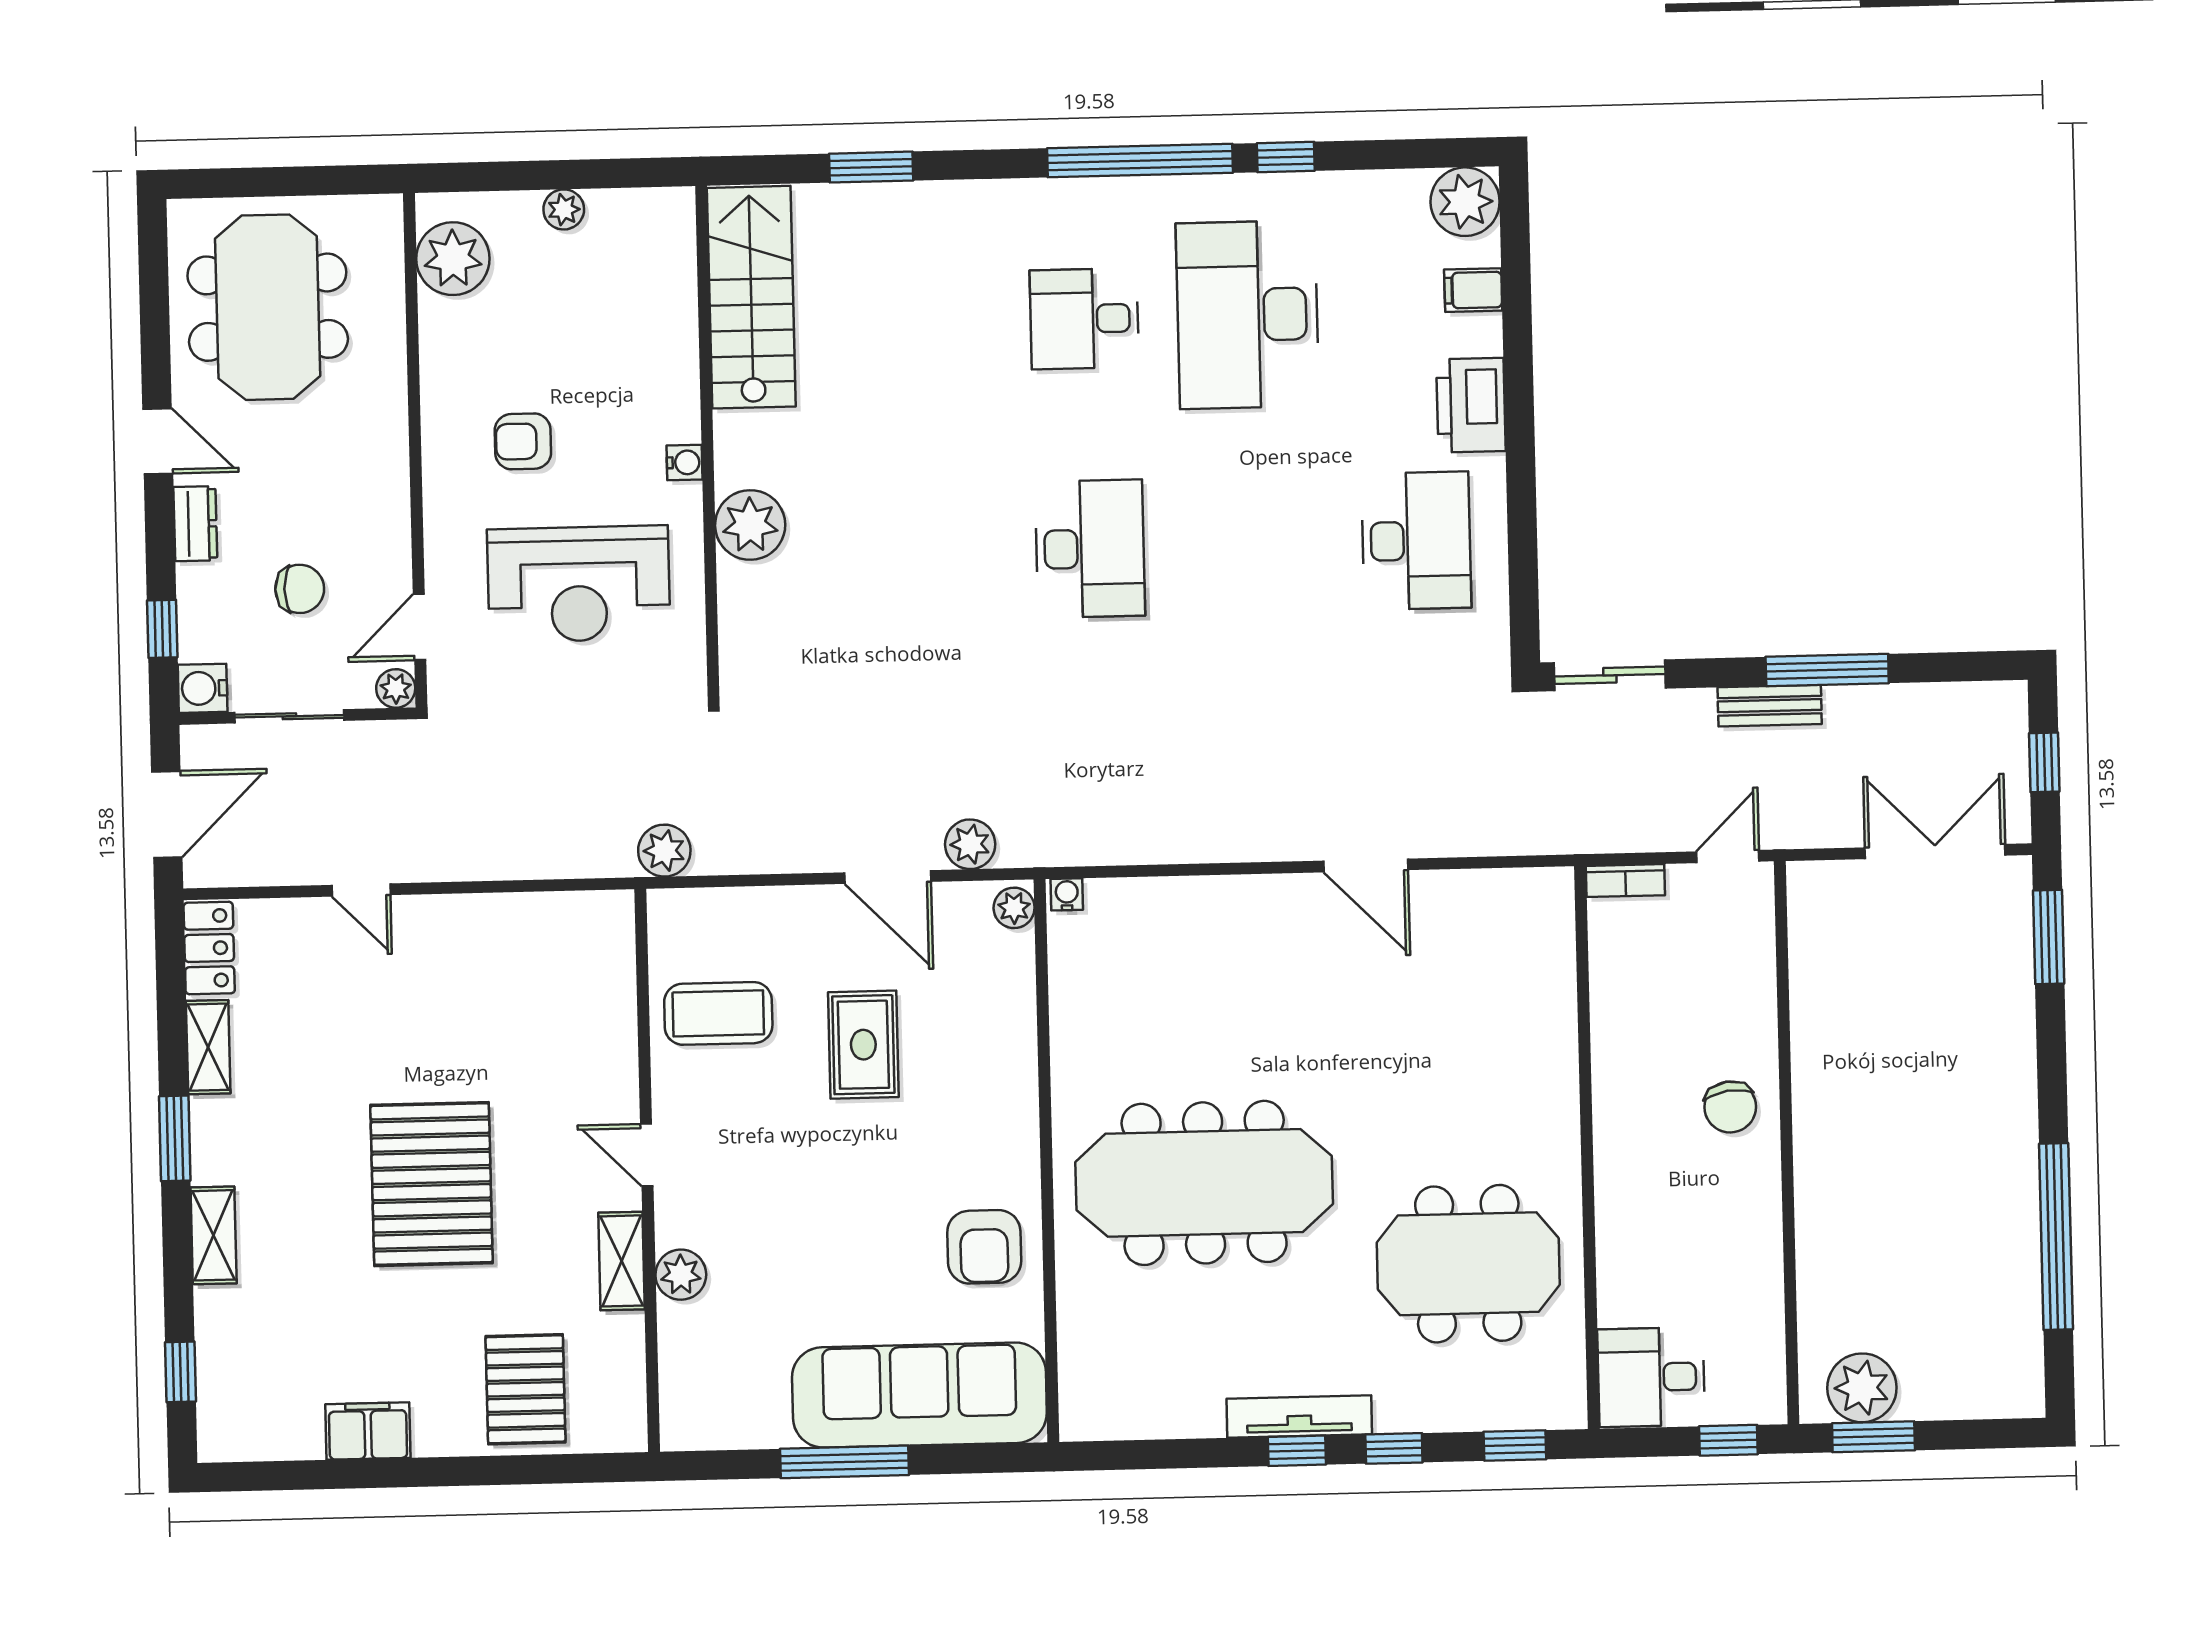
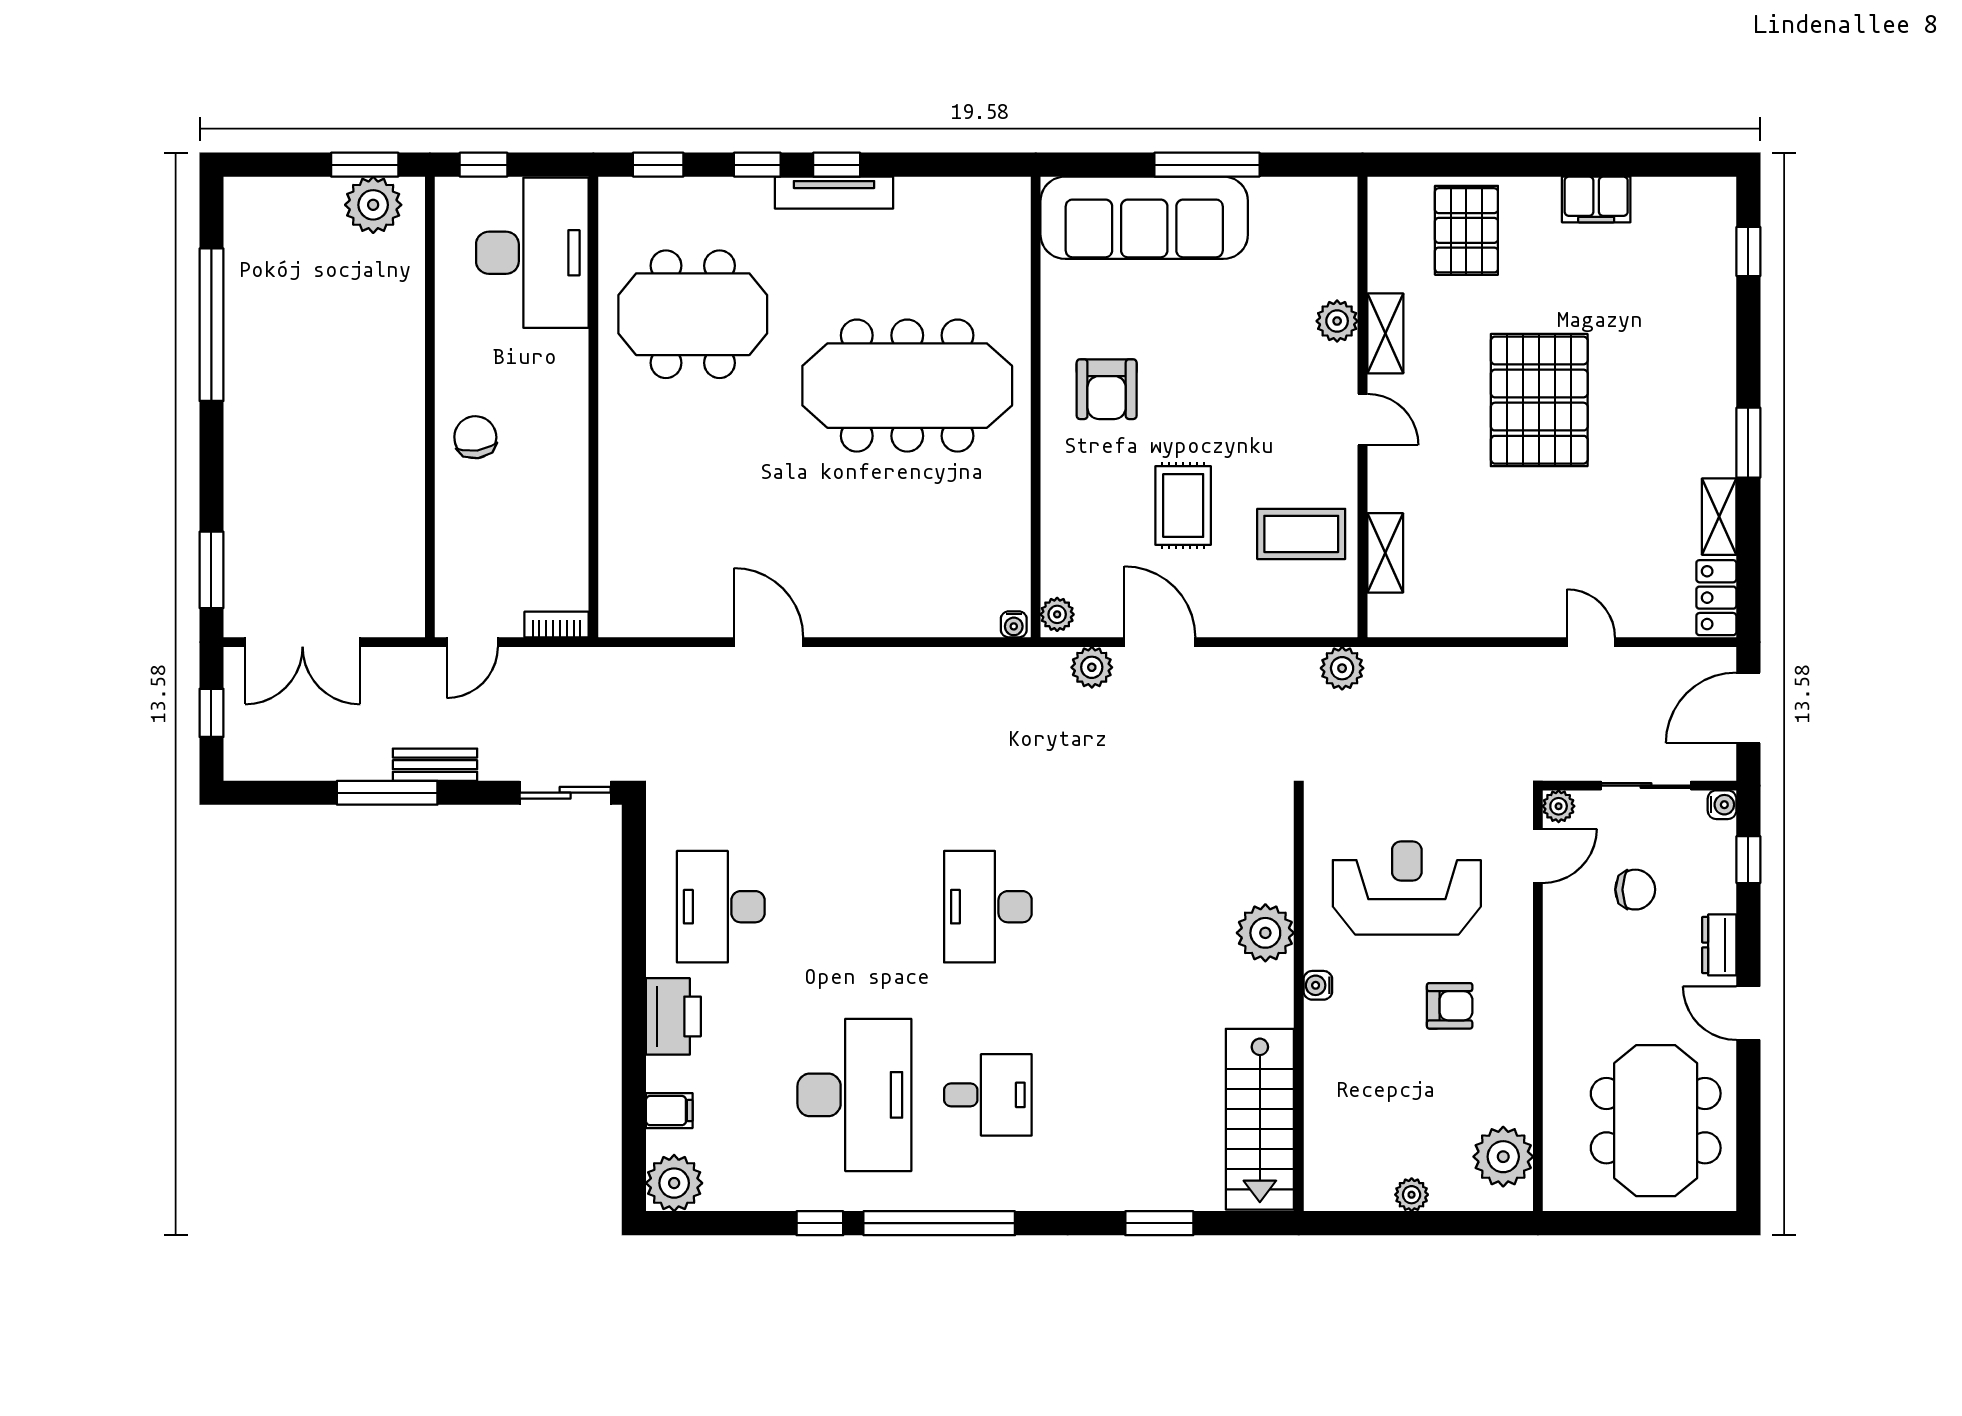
chair: (300, 589) -> (1635, 890), turned 180
water cooler: (203, 688) -> (1722, 805), width x0.72, depth x0.72
shelving: (214, 1235) -> (1385, 553), moved
armchair: (984, 1247) -> (1107, 389), moved, turned 180
desk: (1651, 1377) -> (532, 253), width x1.87, depth x1.30

